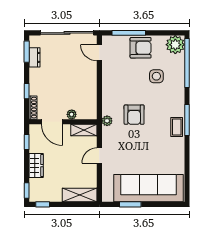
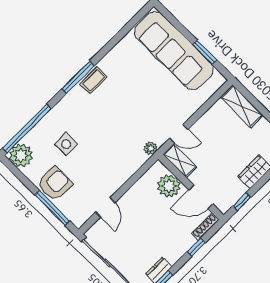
armchair: (141, 48) -> (55, 184), turned 91
door: (99, 53) -> (105, 207), moved
plant: (72, 114) -> (169, 186), width x1.88, depth x1.88
armchair: (134, 115) -> (121, 130), removed
door: (52, 122) -> (201, 197), swing flipped
door: (99, 155) -> (179, 134), moved

